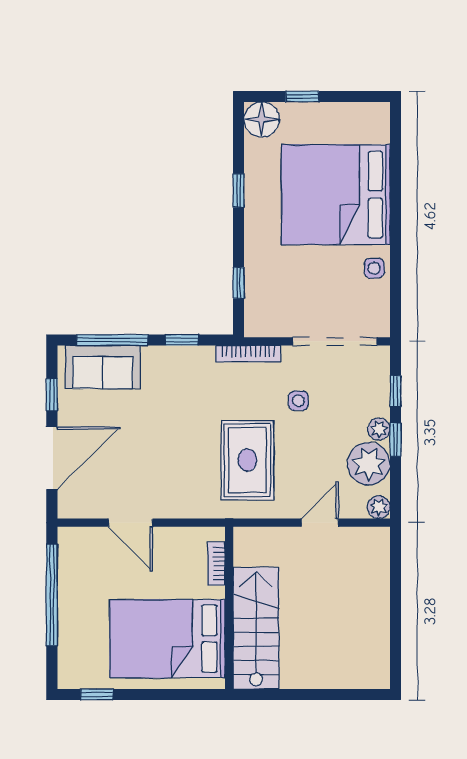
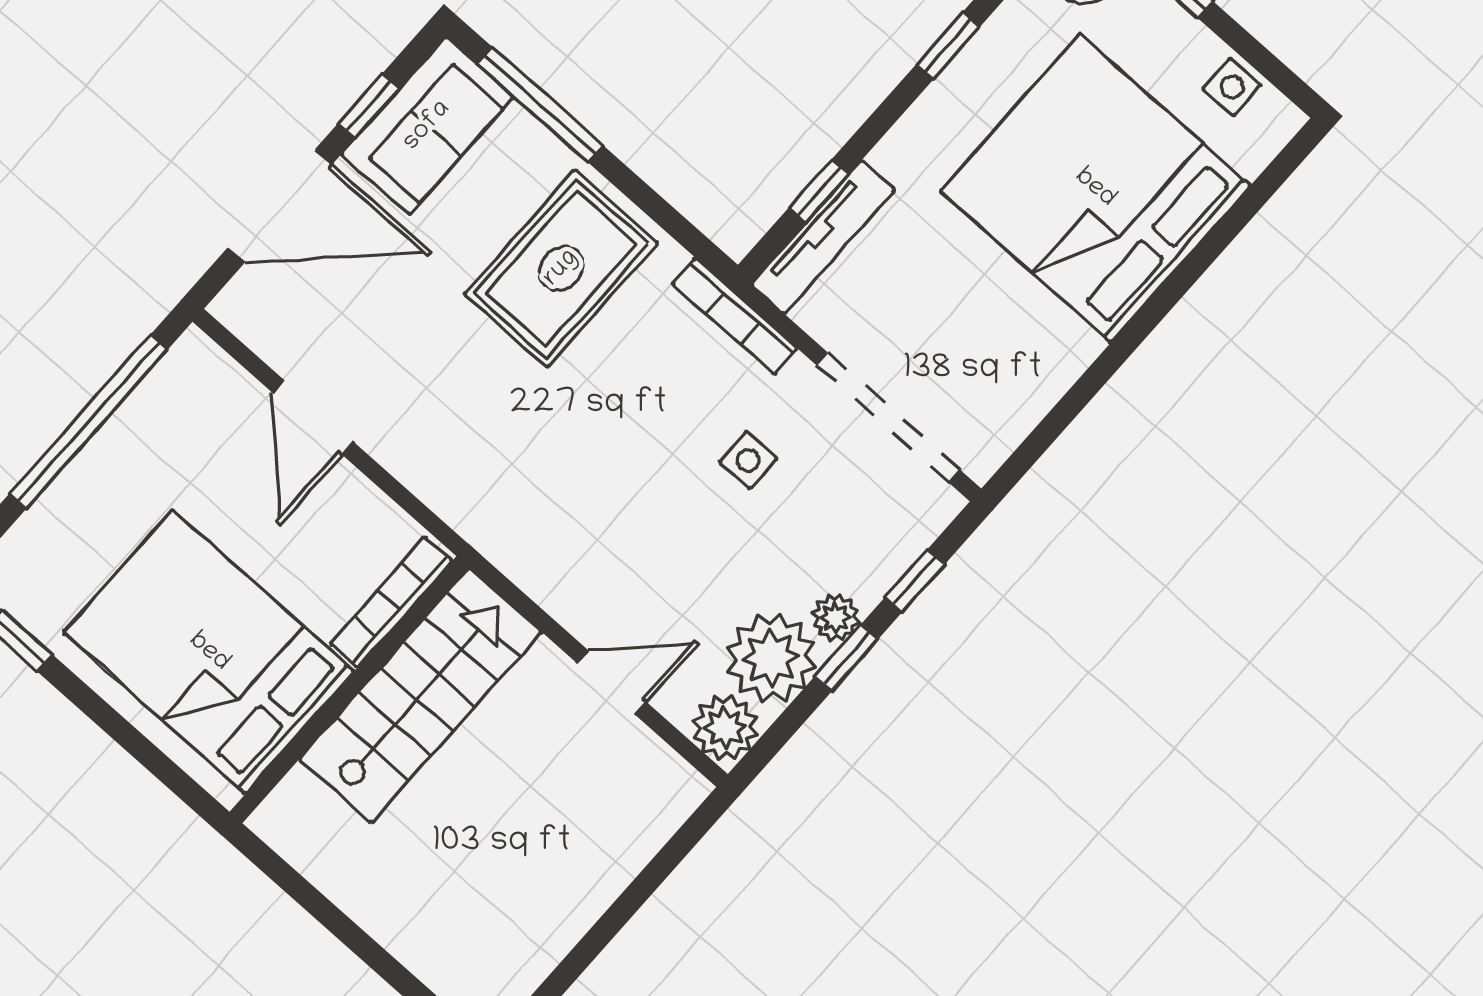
side table: (374, 268) -> (1232, 87), moved
tv unit: (255, 298) -> (823, 237), added
window: (182, 340) -> (649, 202), removed
sofa: (103, 367) -> (427, 126), moved, turned -90
rug: (247, 460) -> (561, 268), moved
plant: (379, 507) -> (725, 728), width x1.38, depth x1.38
bookcase: (216, 564) -> (391, 602), width x1.56
stairs: (256, 628) -> (420, 695), moved

